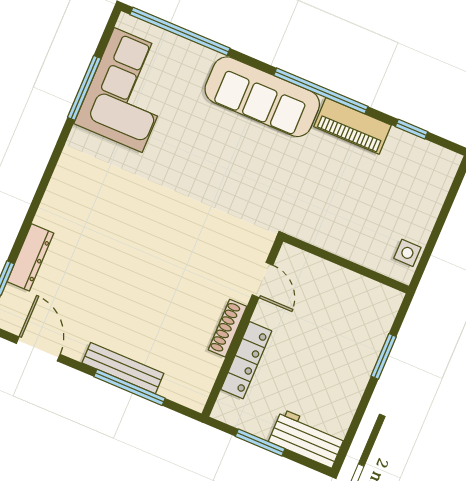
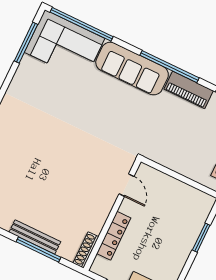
window: (84, 88) -> (26, 43), moved
corner sofa: (128, 90) -> (65, 45), moved, turned 90
shoe rack: (228, 328) -> (86, 250), moved

